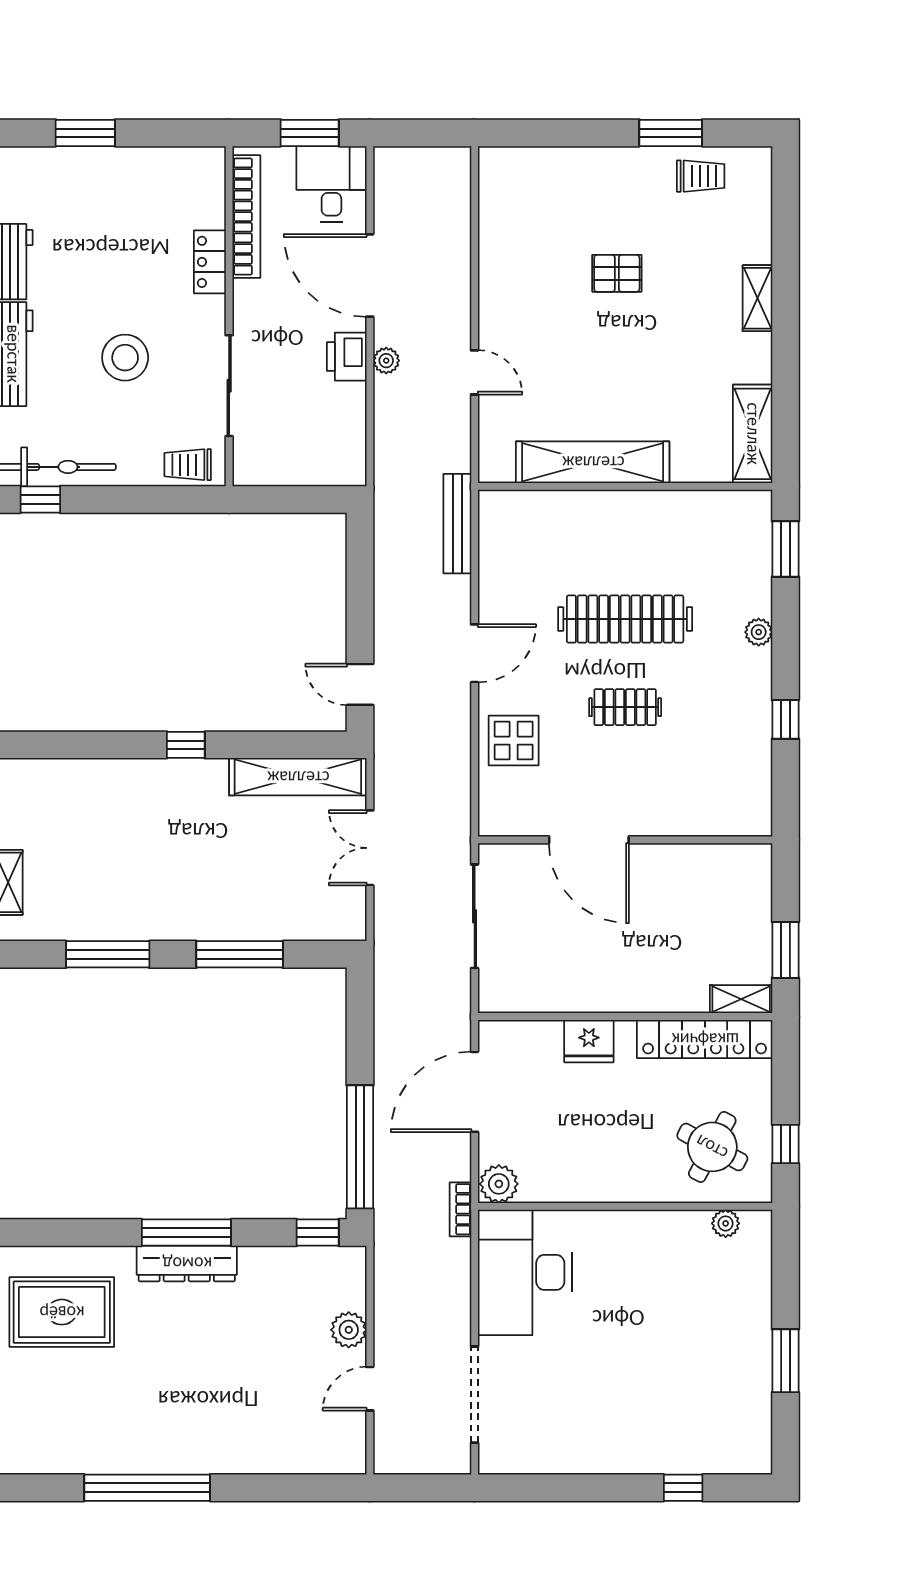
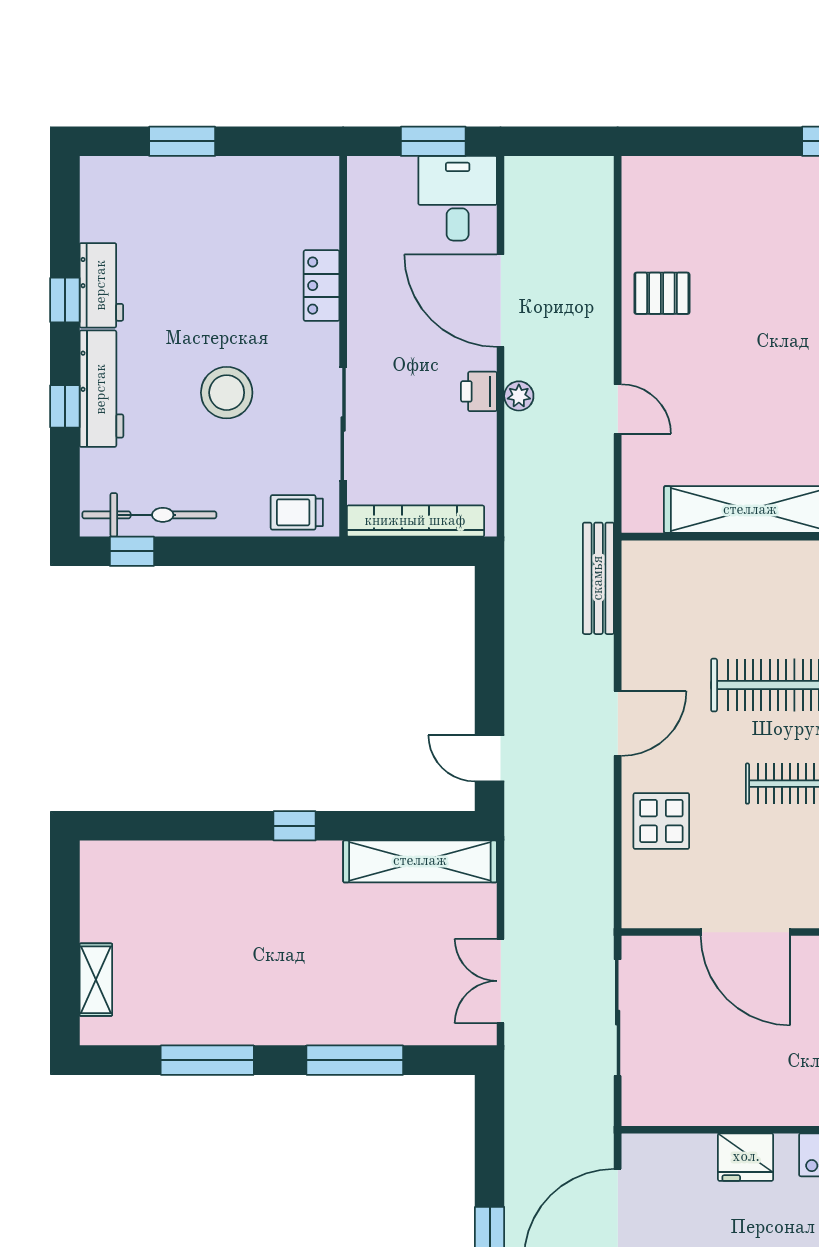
bookcase: (246, 217) -> (415, 521), moved, turned -90
pallet: (617, 273) -> (662, 293), moved
printer: (347, 357) -> (479, 391), width x0.73, depth x0.81
double door: (370, 848) -> (501, 981), moved

